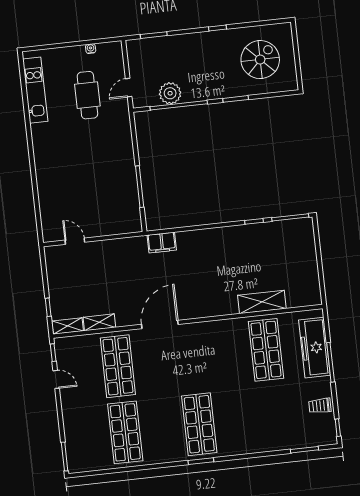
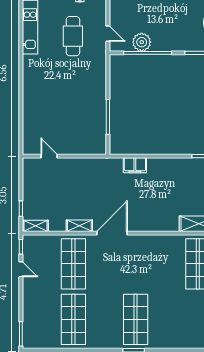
door: (129, 88) -> (108, 34), swing flipped
filing cabinet: (162, 243) -> (135, 165), moved
shelving: (99, 322) -> (79, 226), moved

